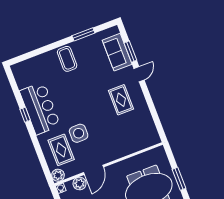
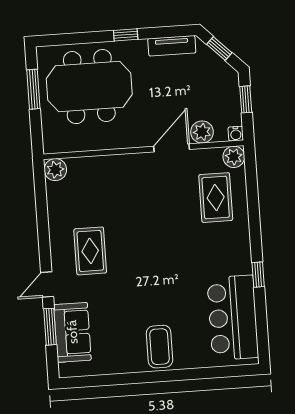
window: (83, 34) -> (120, 379), removed
bar counter: (40, 108) -> (233, 318), moved
side table: (79, 133) -> (178, 216), removed
plant: (154, 138) -> (55, 170), added

